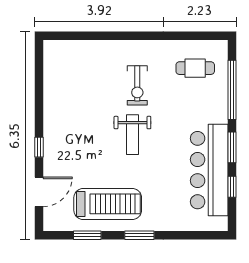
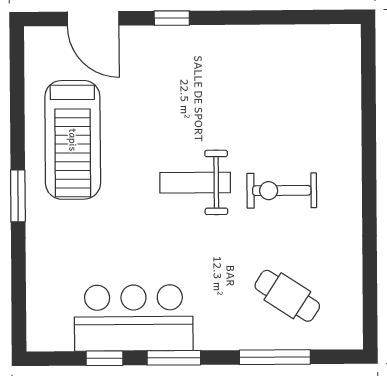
cafe table: (195, 68) -> (287, 296), moved, turned -57
window: (232, 90) -> (275, 357), width x0.68
bar counter: (209, 170) -> (134, 318), width x0.73
window: (87, 235) -> (17, 104), removed

